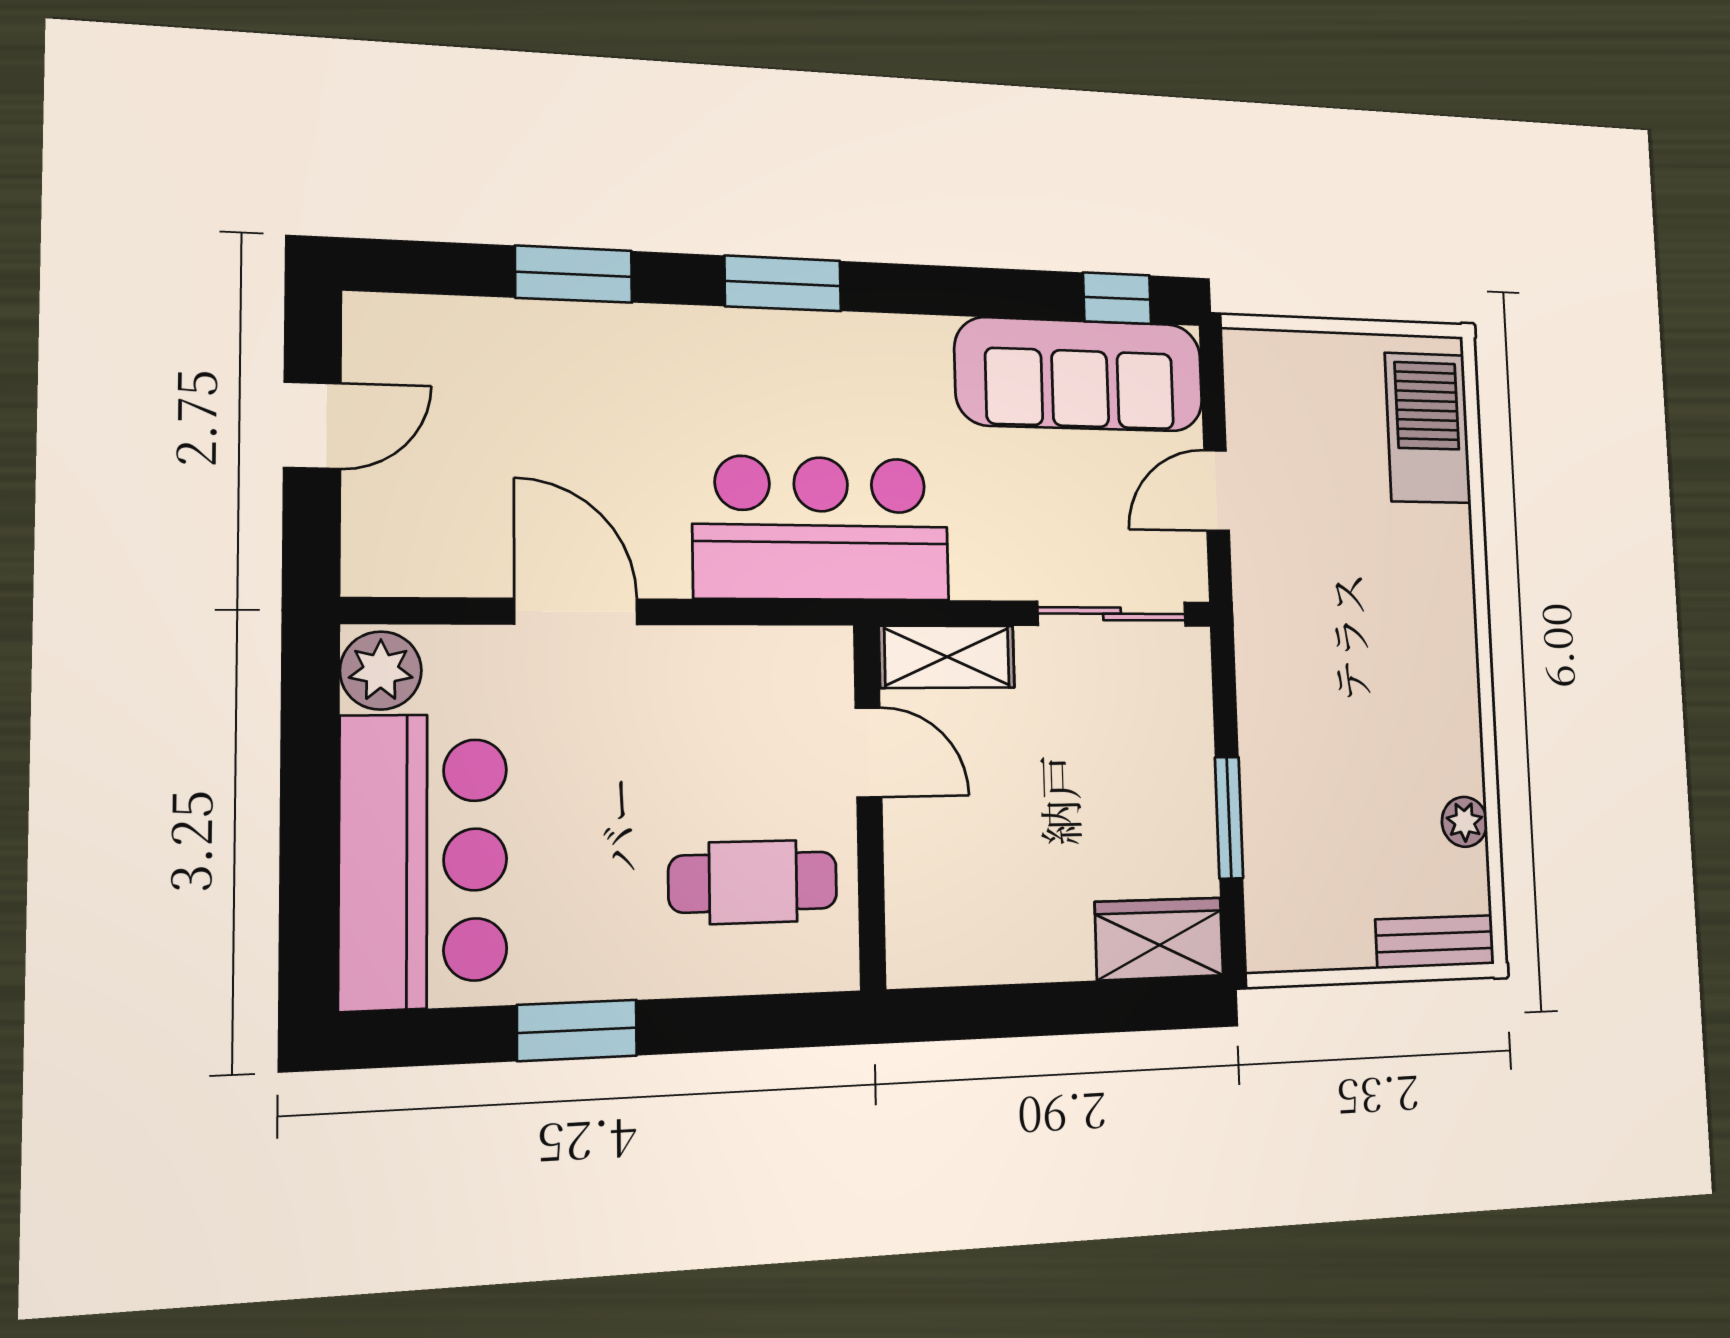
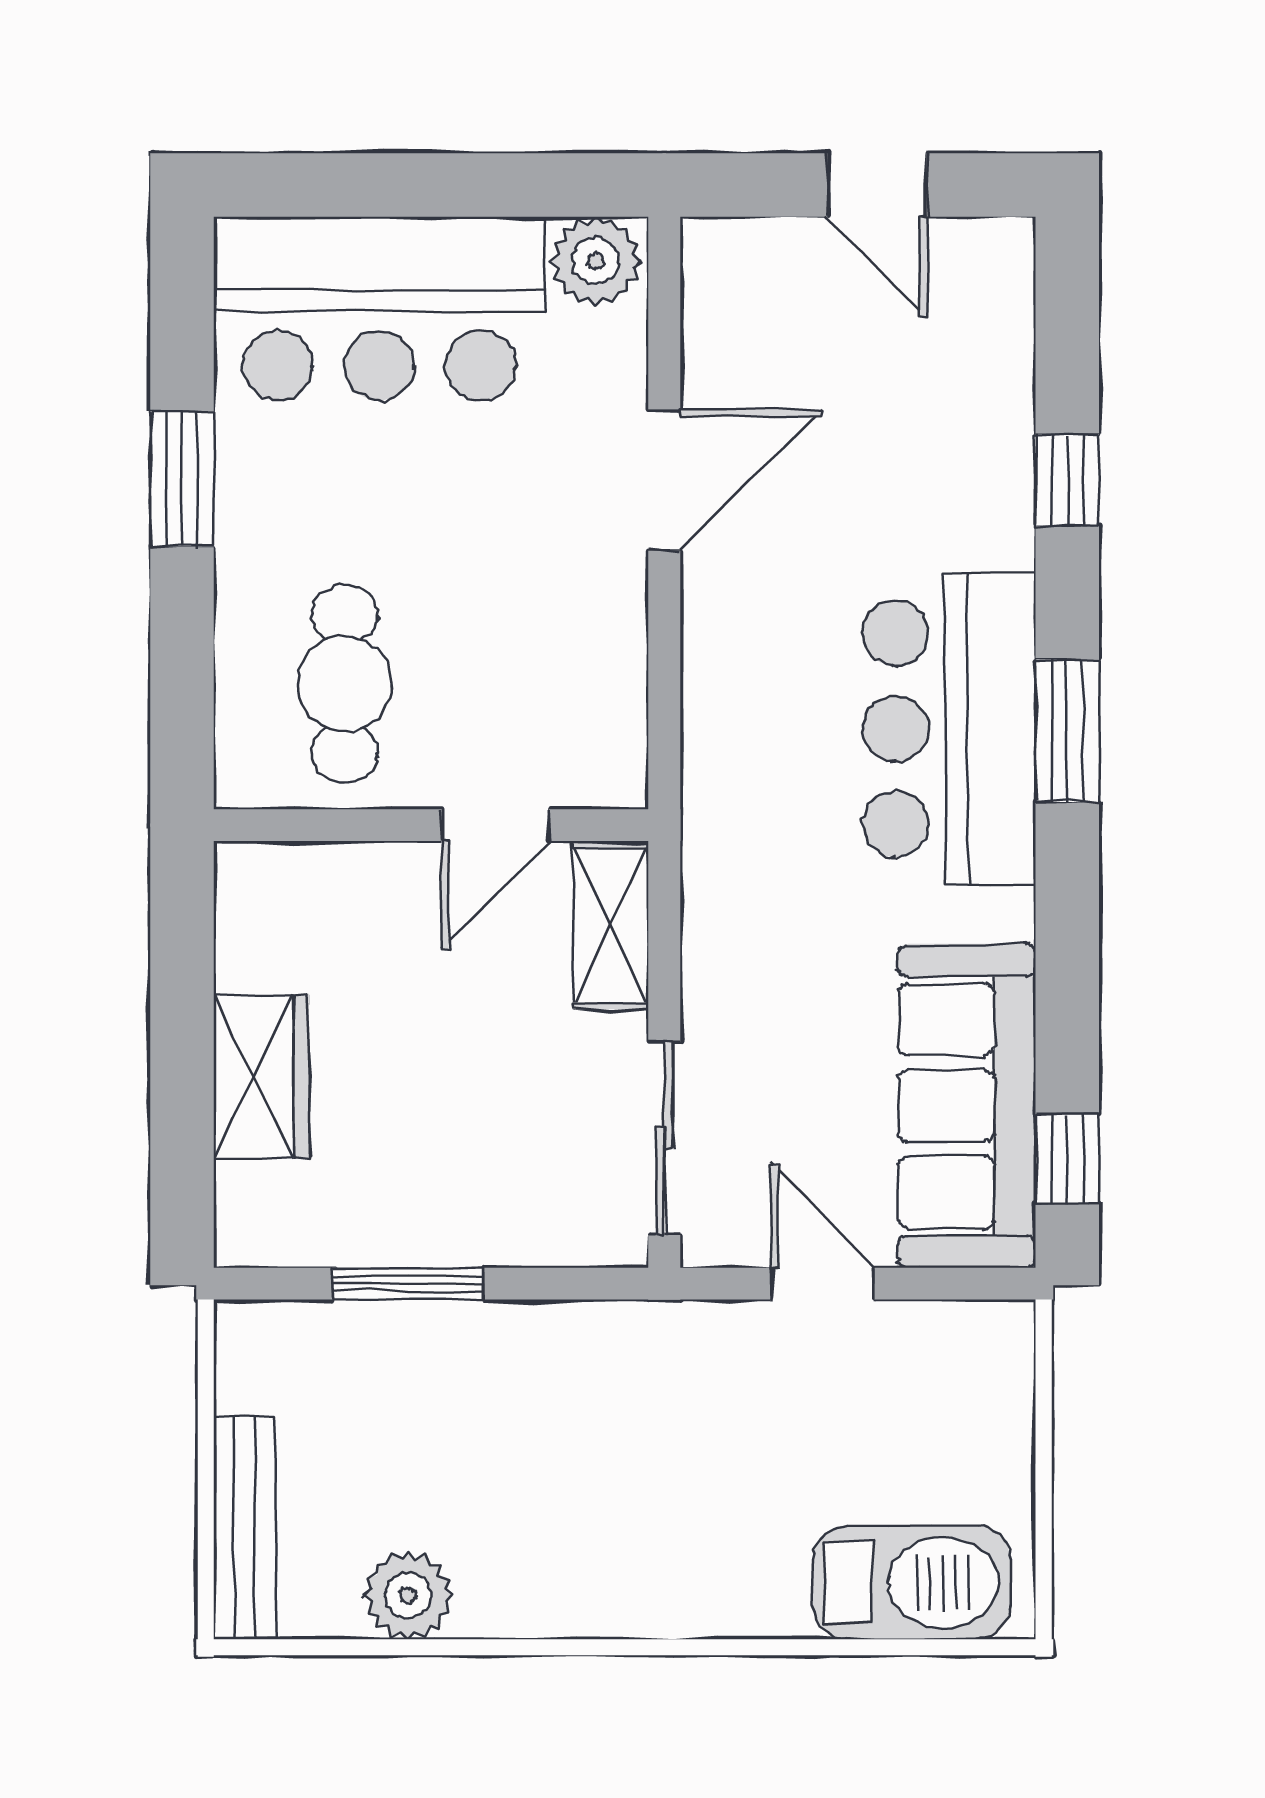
window: (574, 274) -> (1067, 480), width x0.67
bar counter: (822, 528) -> (949, 729), moved, turned 180
plant: (1465, 822) -> (408, 1595), width x1.38, depth x1.38
wardrobe: (1159, 939) -> (261, 1076), moved
bench: (1435, 942) -> (245, 1527), width x1.36

